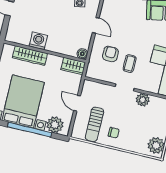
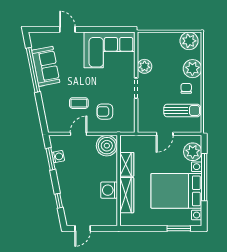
boiler: (82, 54) -> (107, 146), width x1.86, depth x1.86
coffee table: (130, 64) -> (79, 103), moved
wardrobe: (73, 66) -> (127, 164), moved
plant: (130, 143) -> (192, 69), added

